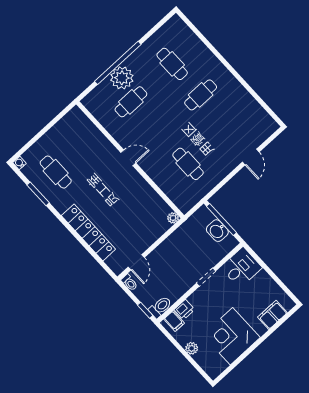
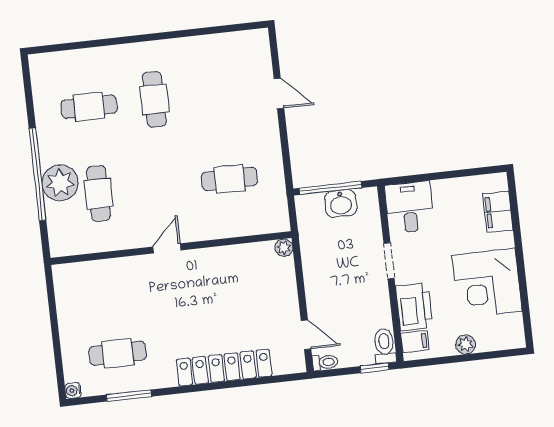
printer: (184, 310) -> (414, 307), width x1.87, depth x1.48

